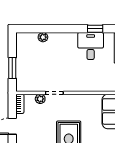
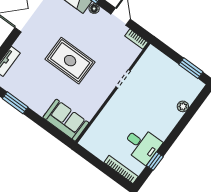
window: (12, 68) -> (191, 68), moved
plant: (40, 99) -> (127, 61), removed

